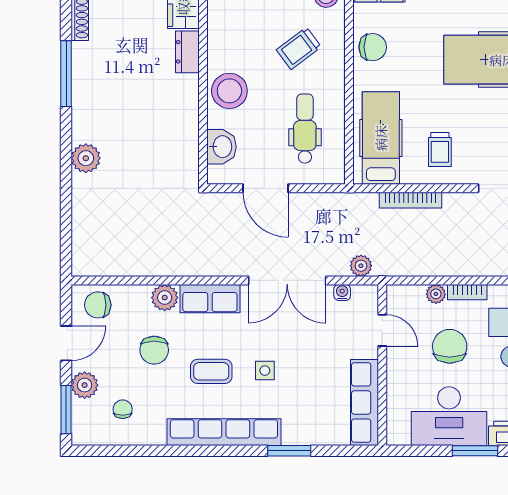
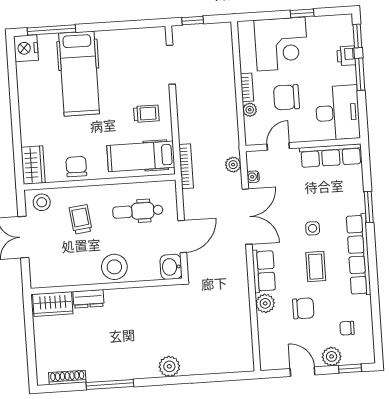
trolley: (299, 48) -> (81, 219), turned -150
washbasin: (222, 147) -> (171, 267), moved, turned -90
bookcase: (411, 200) -> (186, 166), moved
chair: (98, 305) -> (274, 351), removed
window: (66, 410) -> (350, 369), width x0.67
desk: (449, 416) -> (338, 113), moved

